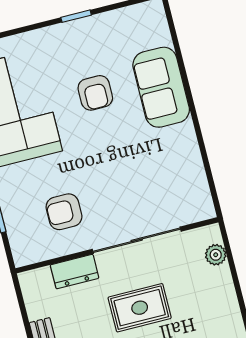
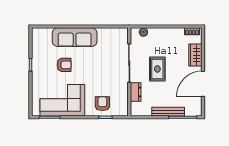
sofa: (161, 87) -> (75, 37), width x1.36
armchair: (64, 212) -> (102, 104), moved, turned 180

